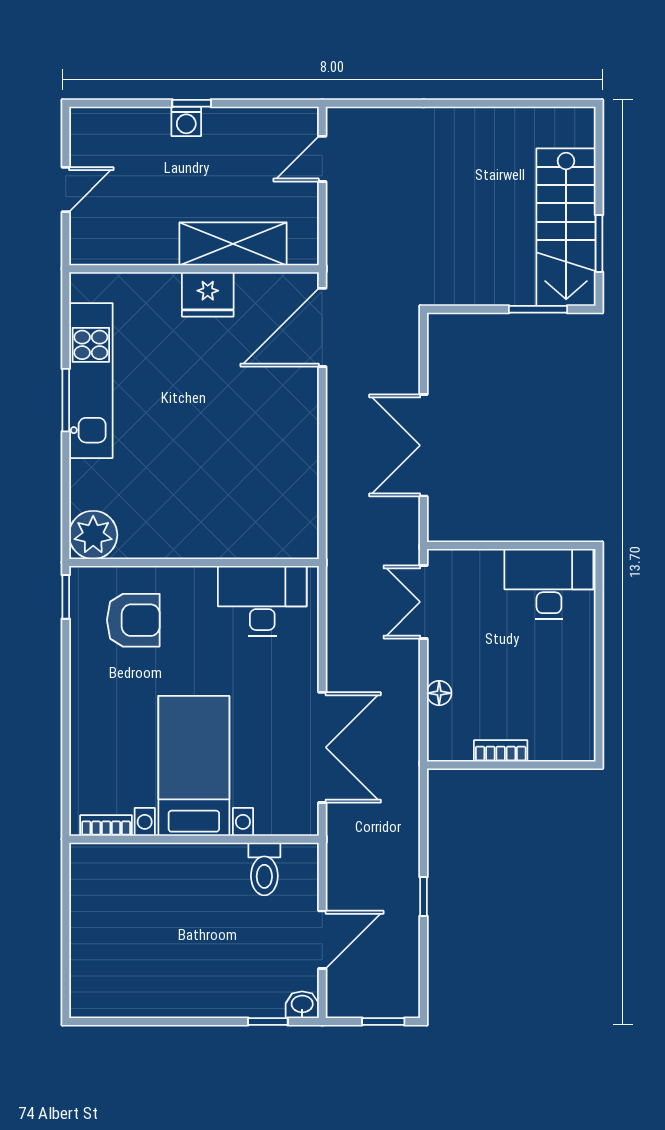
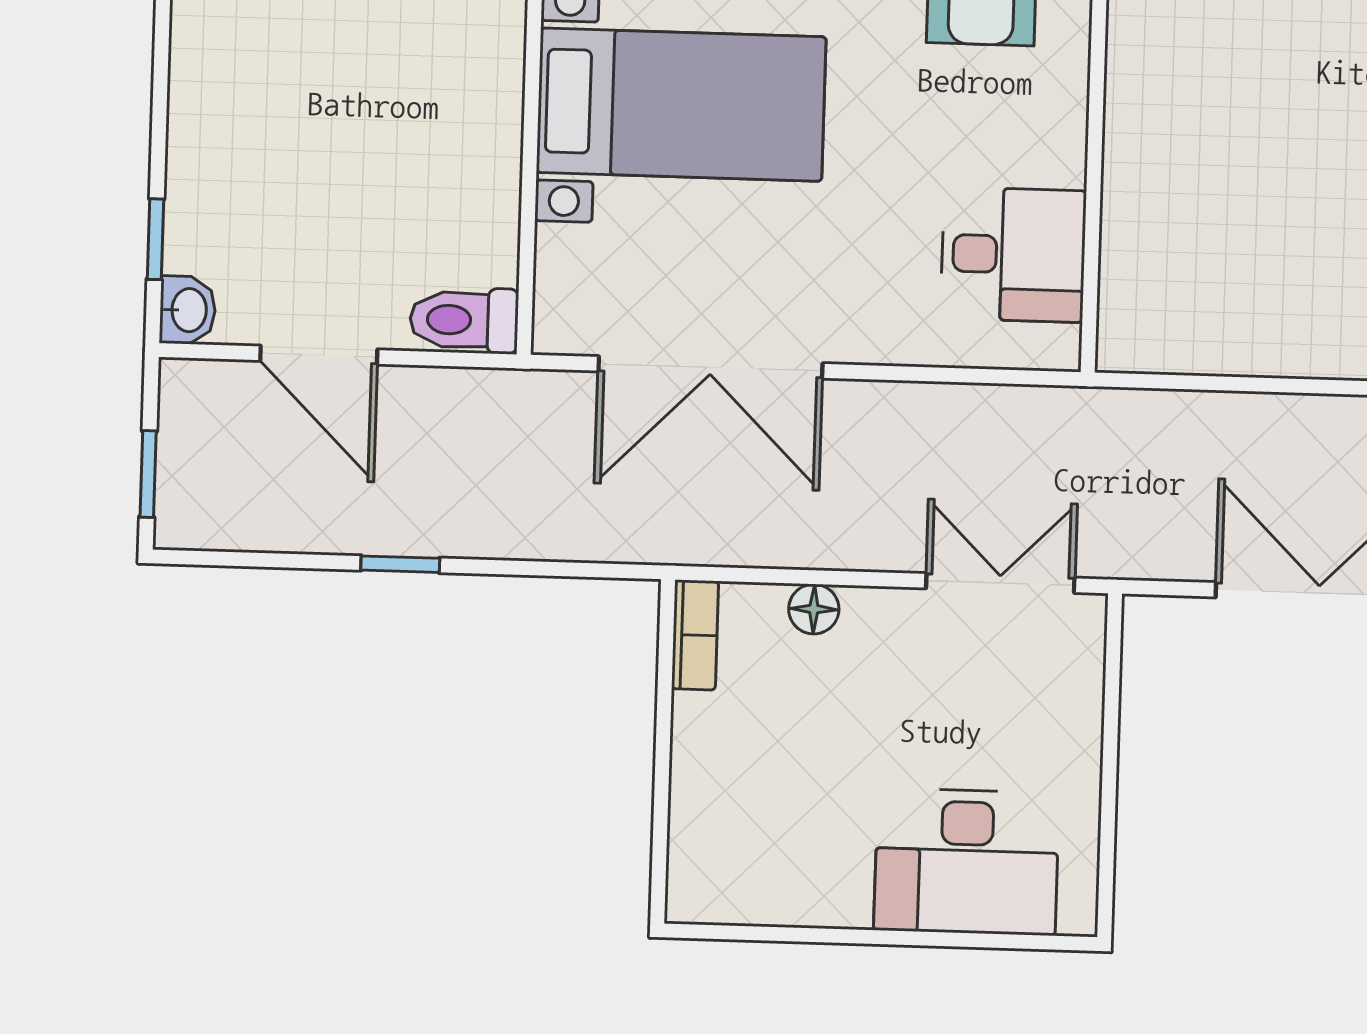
desk: (549, 584) -> (966, 862), moved, turned 90
desk: (262, 601) -> (1013, 255), width x0.73
bookcase: (501, 751) -> (695, 635), moved
toilet: (264, 869) -> (464, 320), moved

